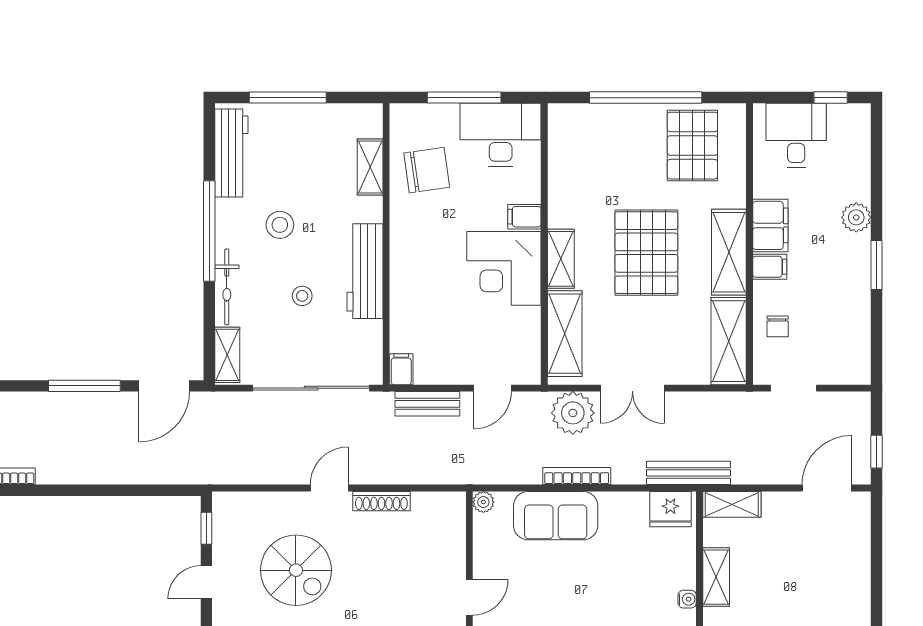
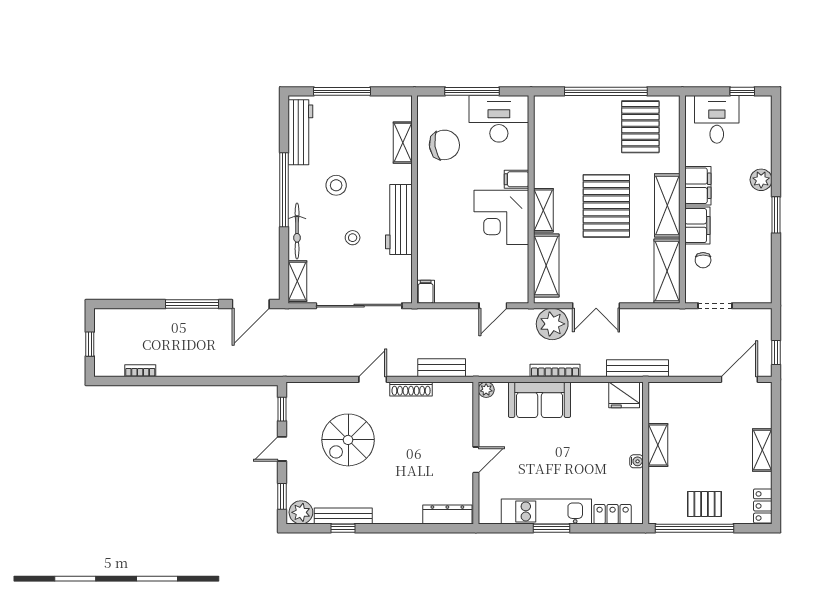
filing cabinet: (770, 267) -> (697, 226), width x2.00
bench: (427, 404) -> (442, 368), moved
shelving: (732, 504) -> (762, 450), moved, turned 90
spiral stairs: (296, 570) -> (348, 440), turned 90

